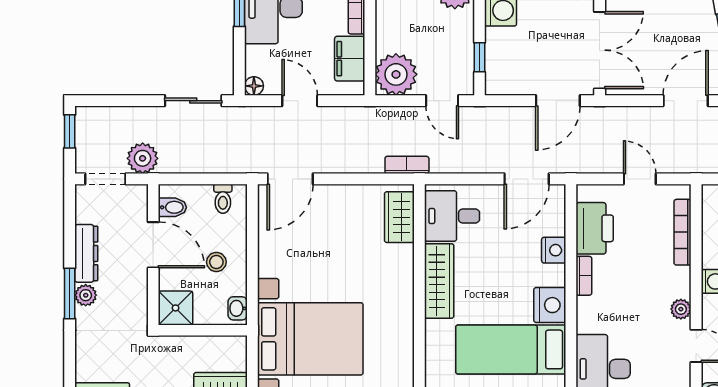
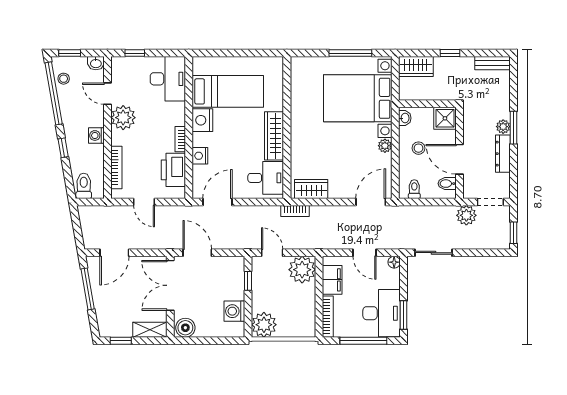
door: (558, 101) -> (197, 253), hinge flipped
wardrobe: (399, 217) -> (311, 189), moved, turned -90
plant: (268, 266) -> (385, 146), added
plant: (681, 309) -> (123, 118), width x1.87, depth x1.87

